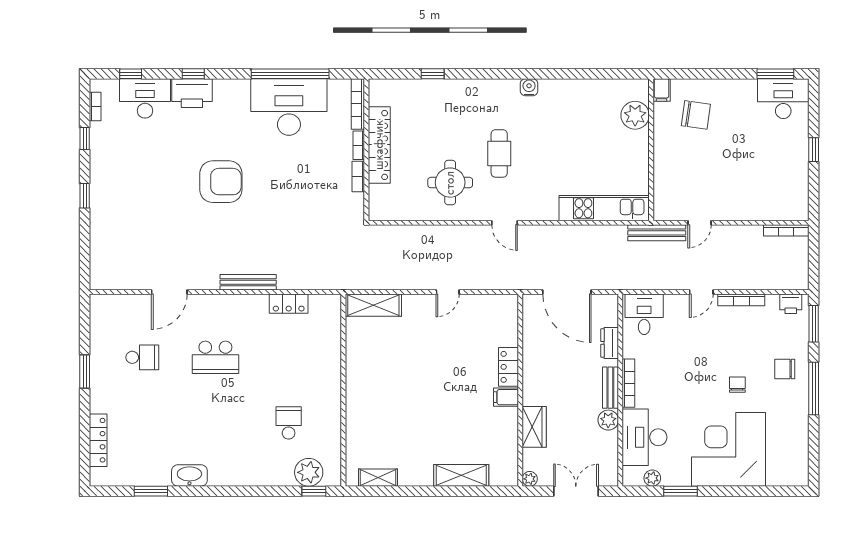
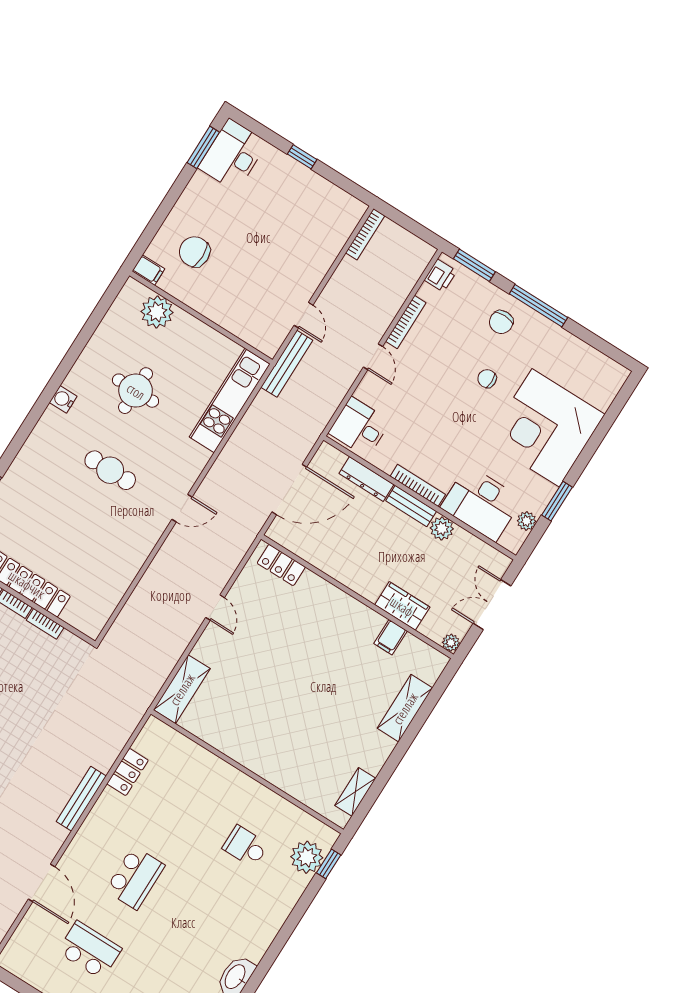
chair: (696, 115) -> (195, 252), turned -98
round table: (450, 183) -> (136, 391), moved
dresser: (610, 343) -> (366, 479), width x1.44
school desk: (142, 357) -> (90, 950), width x1.85
locker: (509, 367) -> (281, 565), moved
filing cabinet: (506, 397) -> (391, 637), moved

